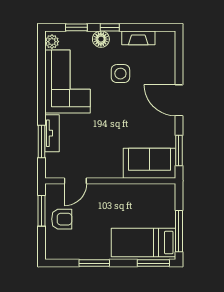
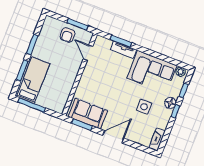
fireplace: (138, 38) -> (157, 139), moved
sofa: (149, 163) -> (88, 114), moved, turned -90
window: (153, 263) -> (22, 70), moved

